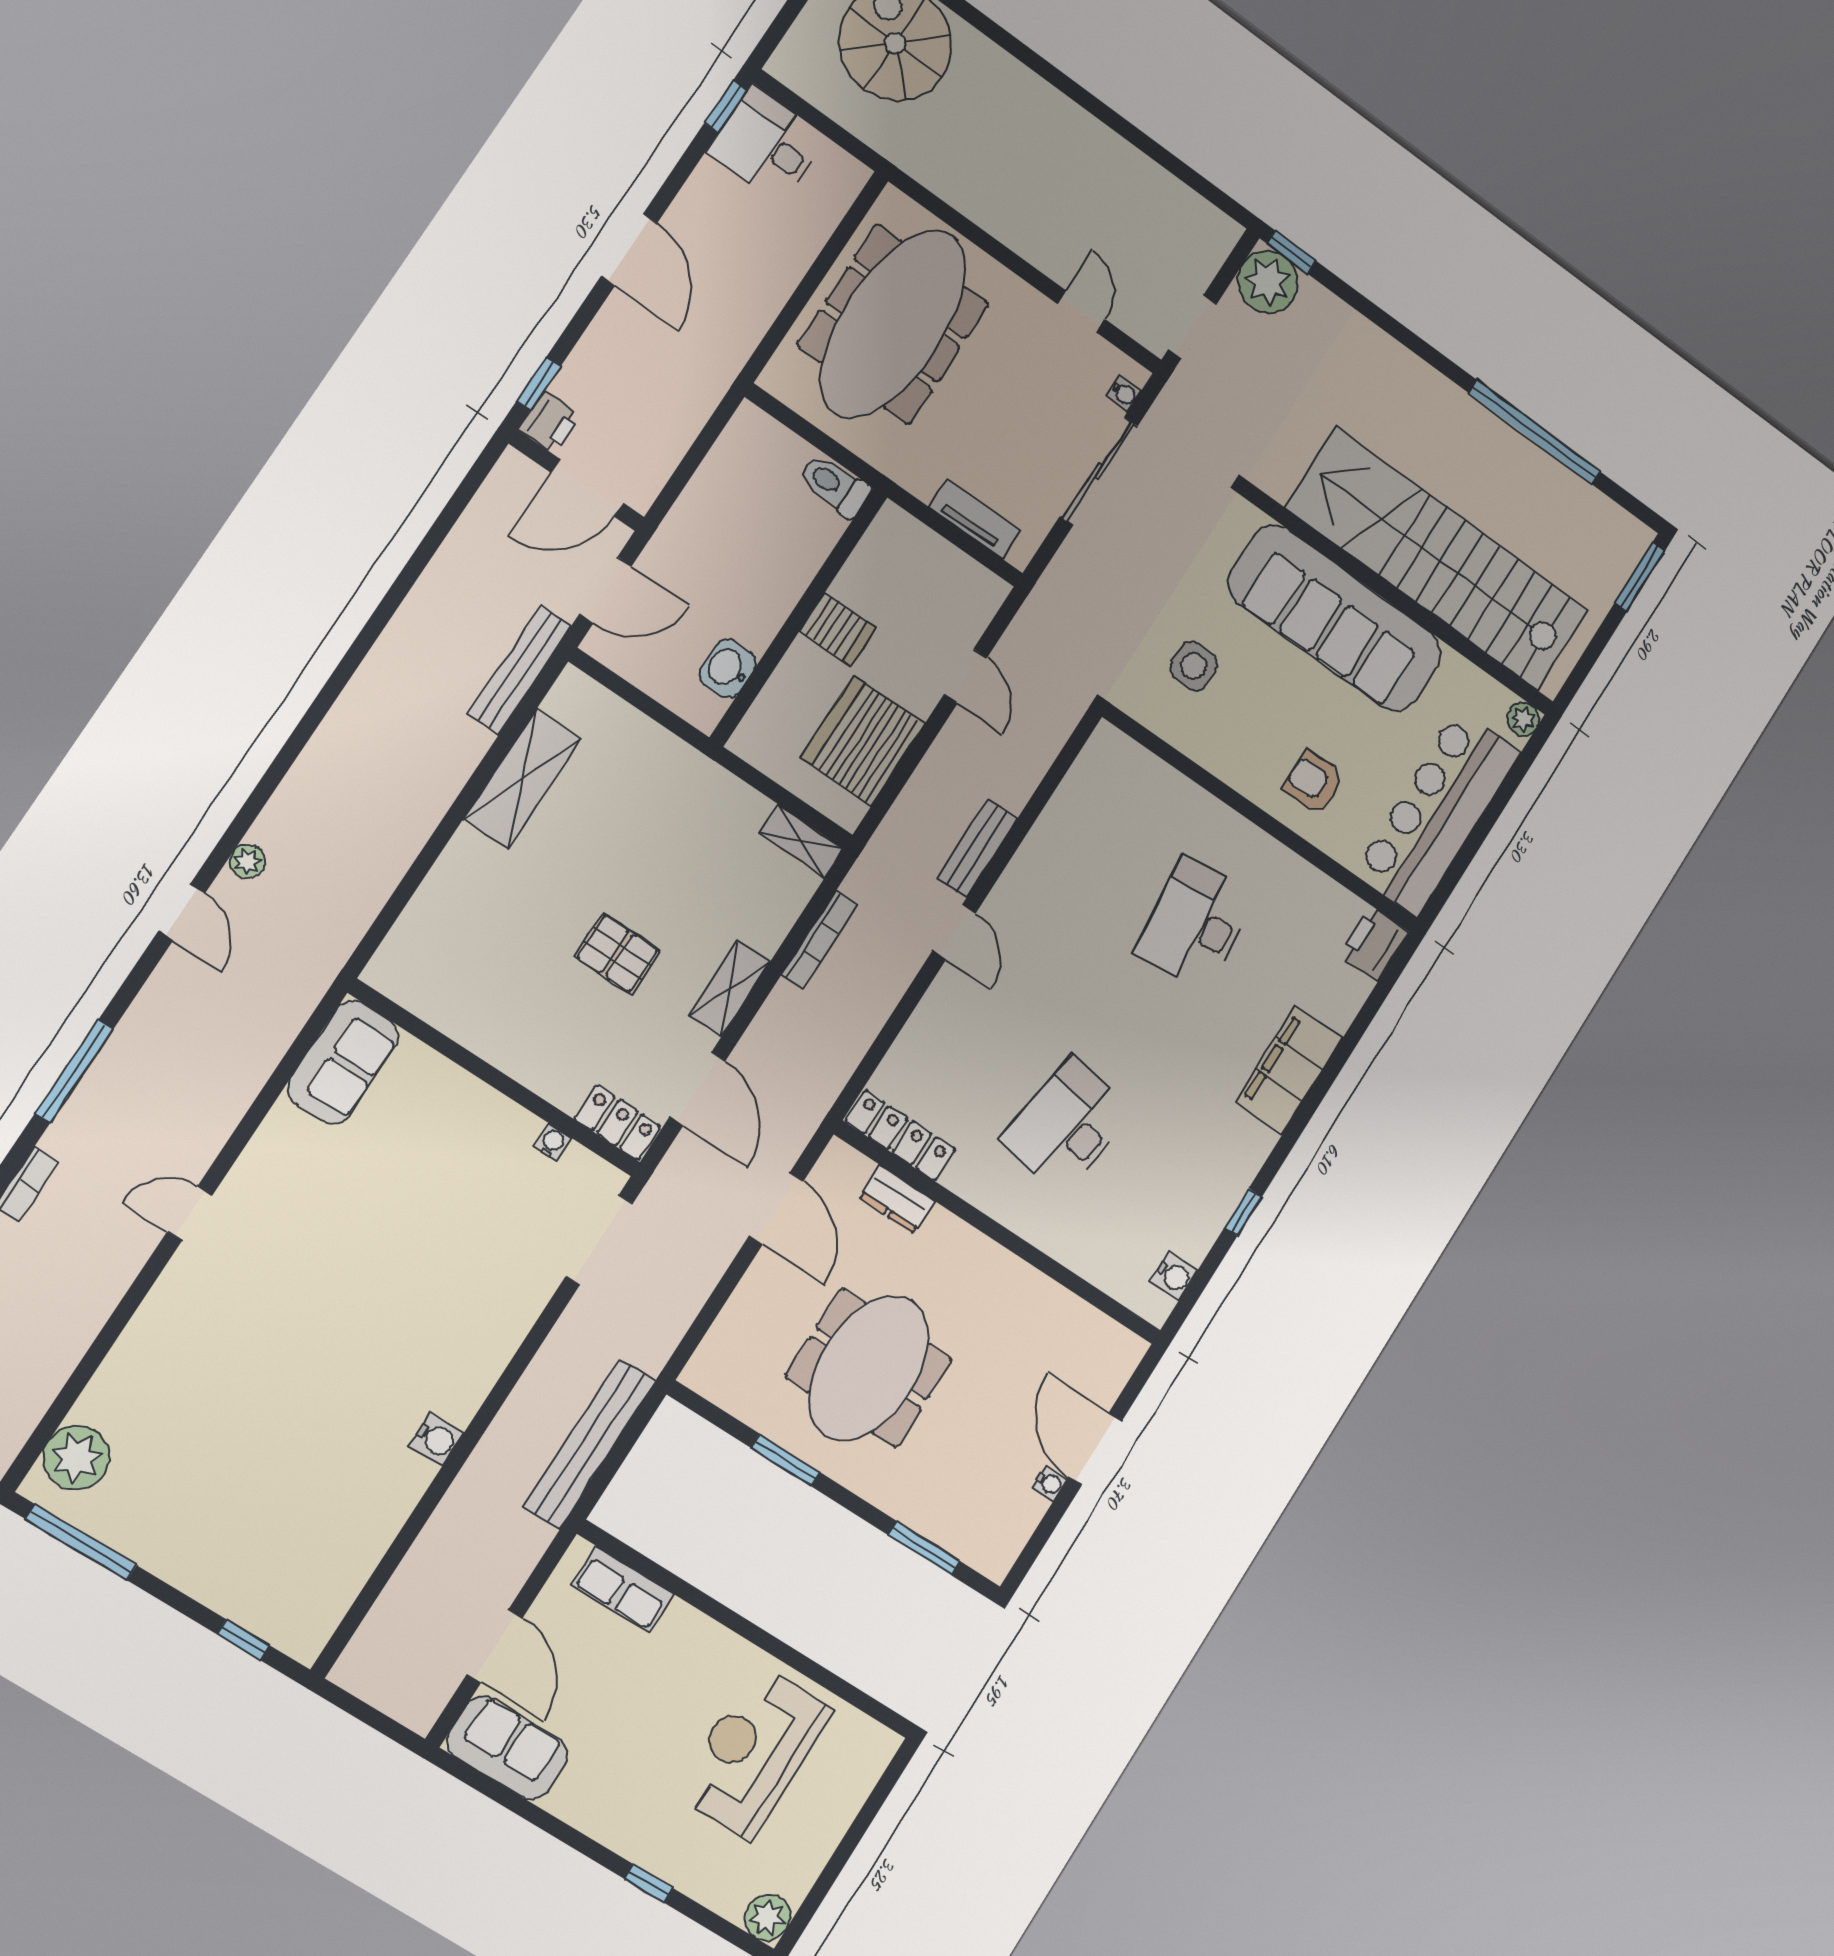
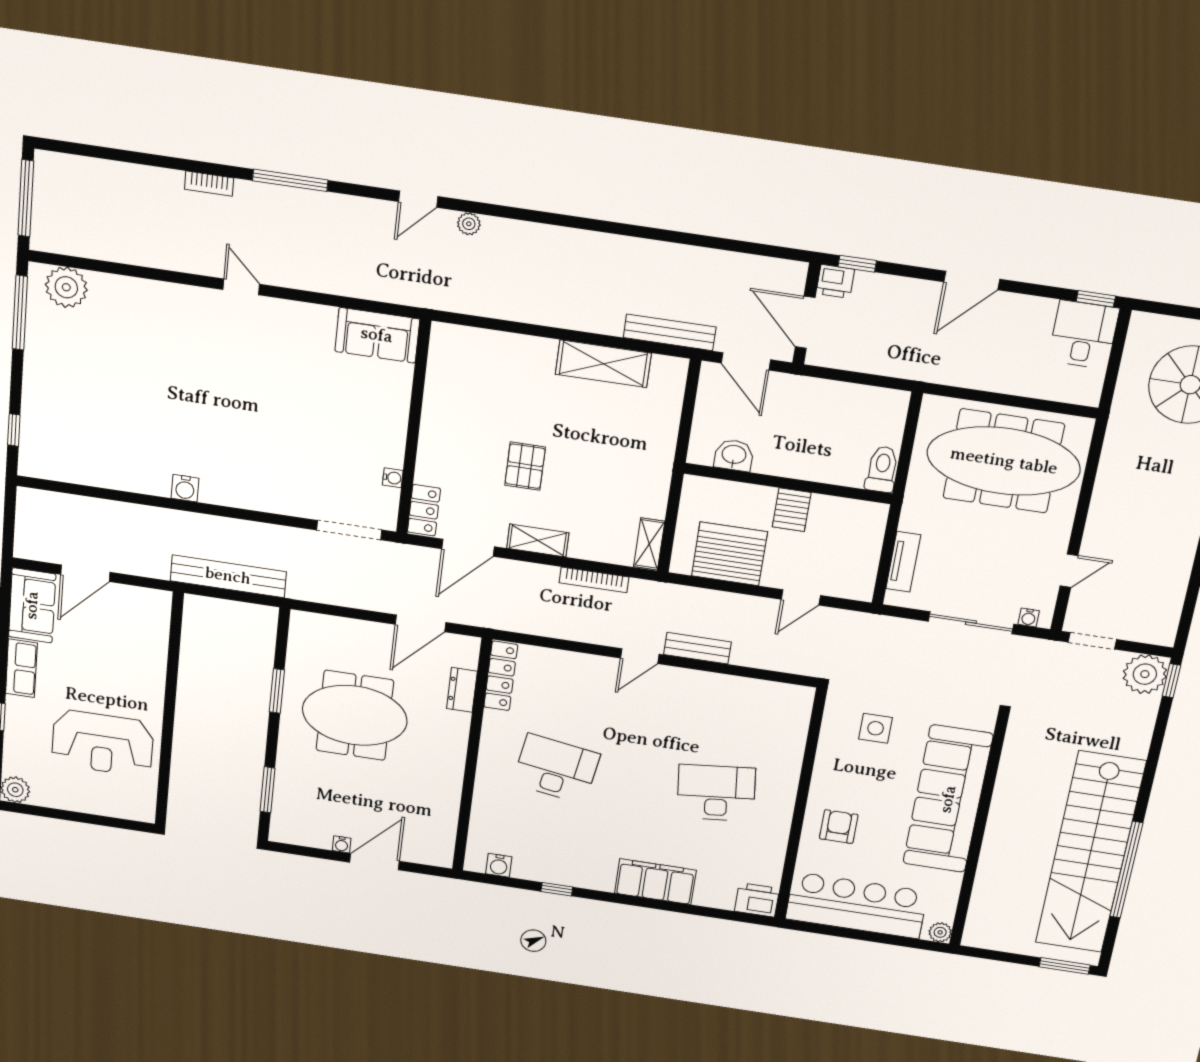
stairs: (1437, 559) -> (1090, 853), moved, turned 180
row of seats: (623, 1589) -> (21, 668), moved, turned 180
reception desk: (753, 1752) -> (102, 743), turned 180

